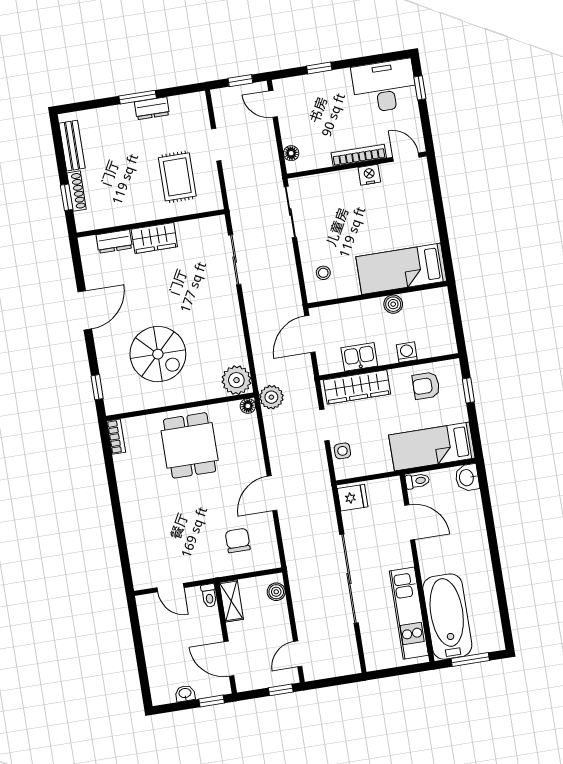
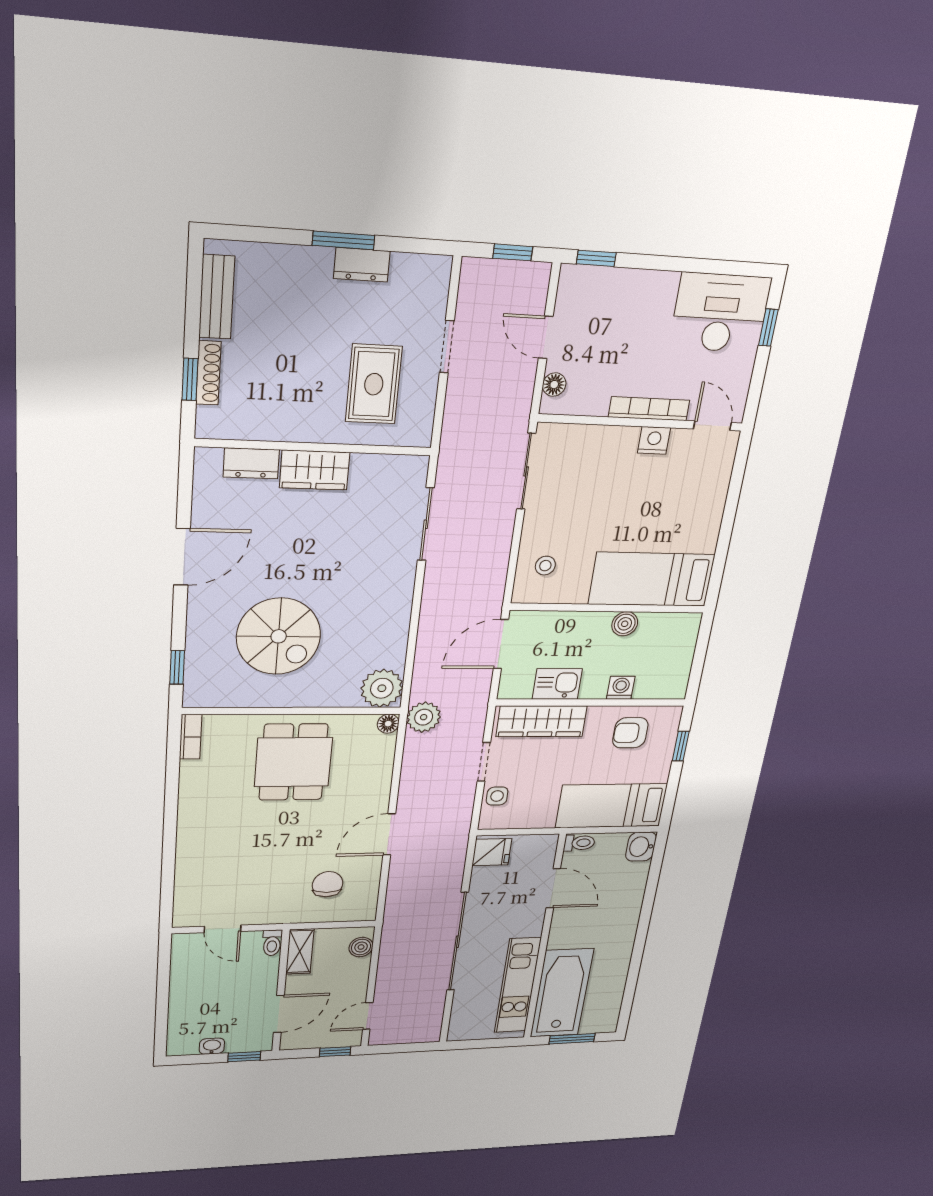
window: (319, 68) -> (596, 258), moved
door: (273, 104) -> (546, 337), moved
door: (229, 659) -> (279, 1014), swing flipped

